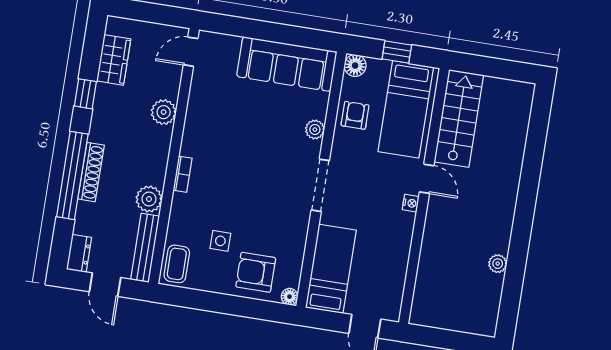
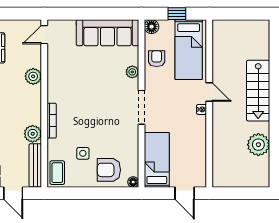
stairs: (459, 118) -> (258, 91), moved, turned 180
bookcase: (183, 174) -> (52, 121), width x1.56
plant: (498, 264) -> (258, 145), width x1.88, depth x1.88

